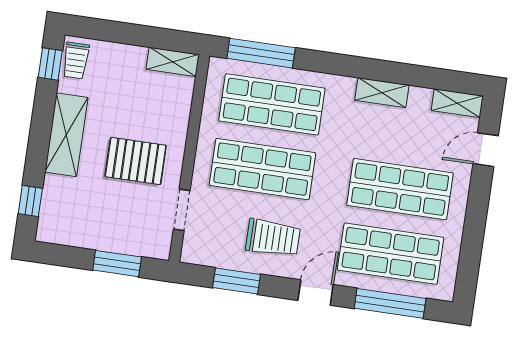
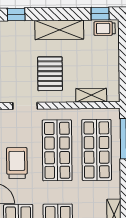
shelving: (173, 62) -> (91, 95), moved, turned 90
trolley: (273, 238) -> (17, 163), turned 180

